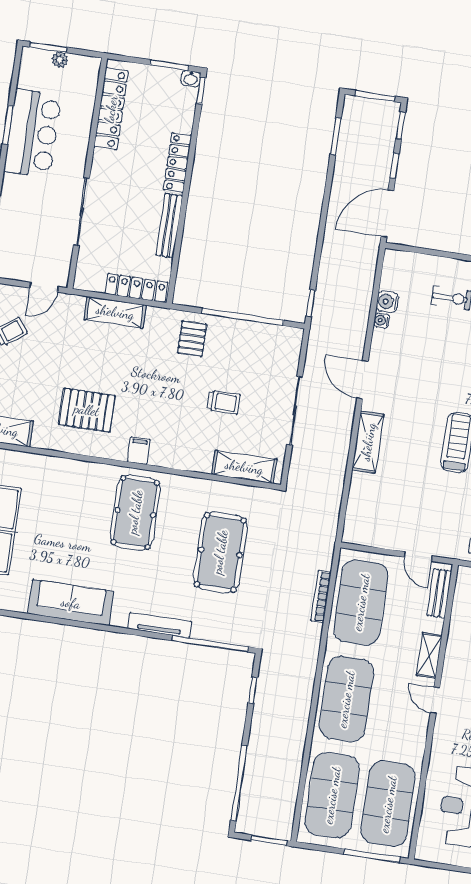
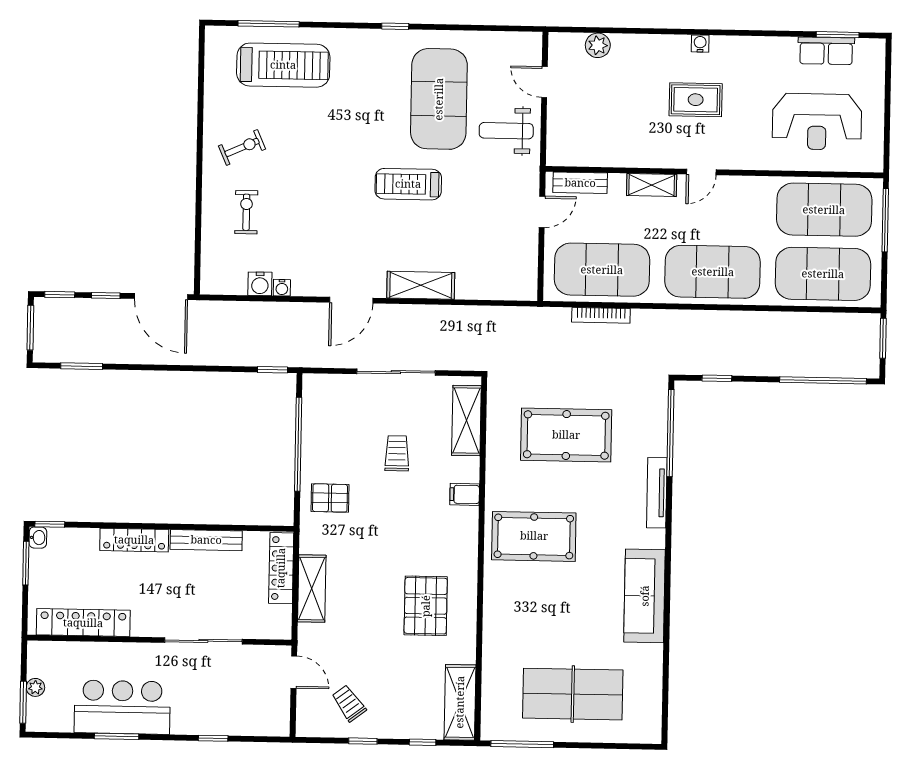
filing cabinet: (139, 451) -> (465, 494), moved

